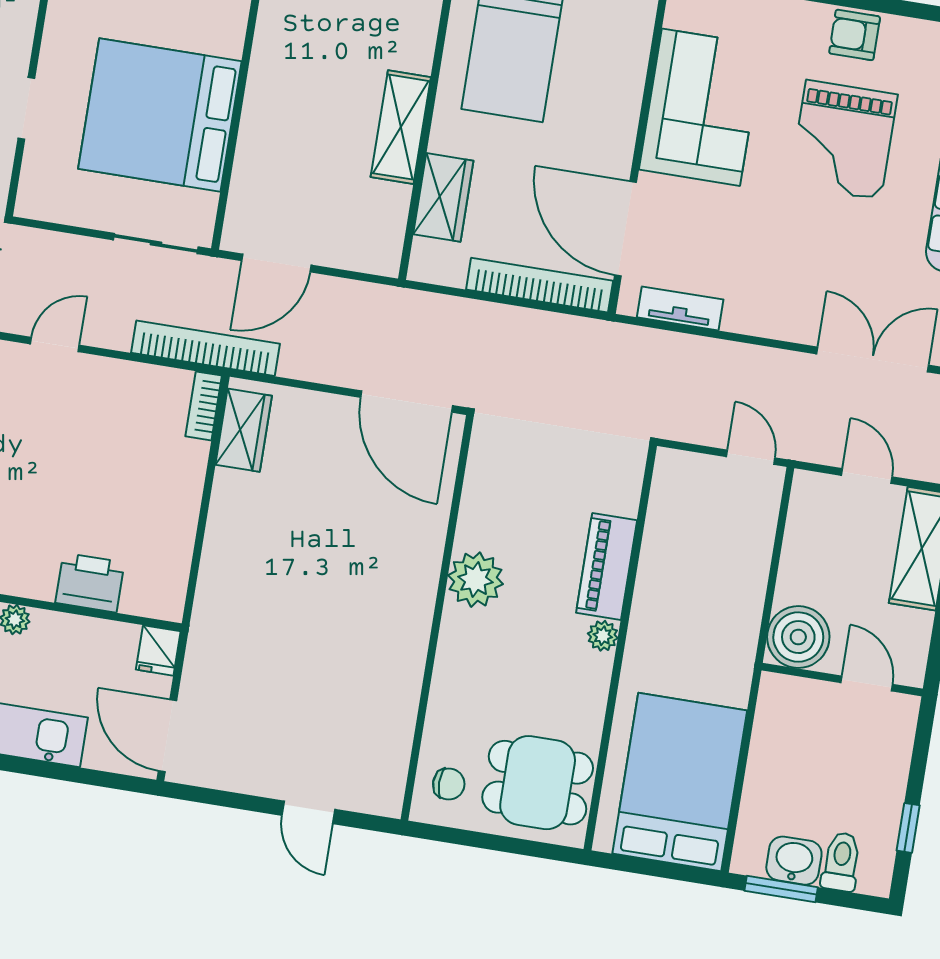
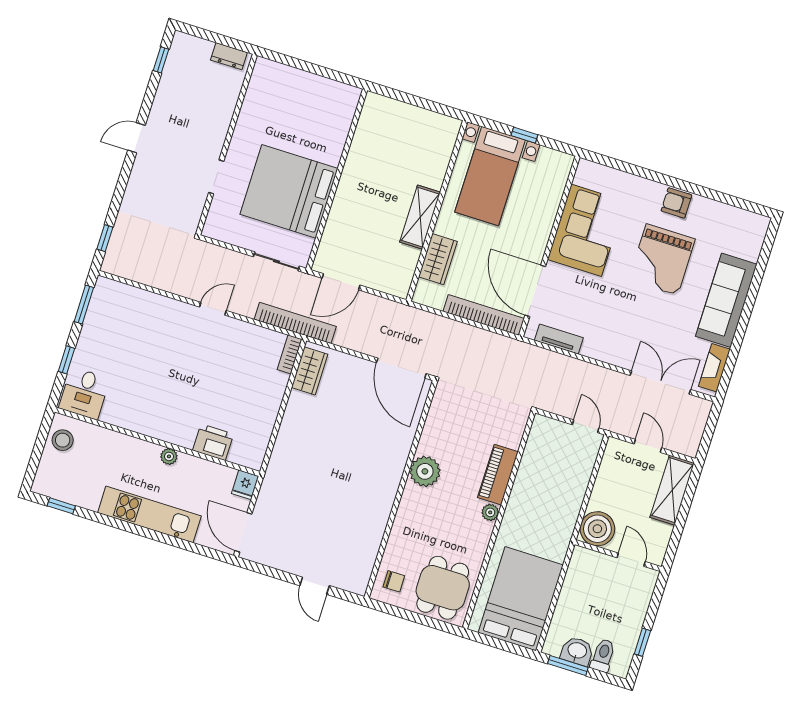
dining table: (538, 783) -> (443, 588), turned 90

